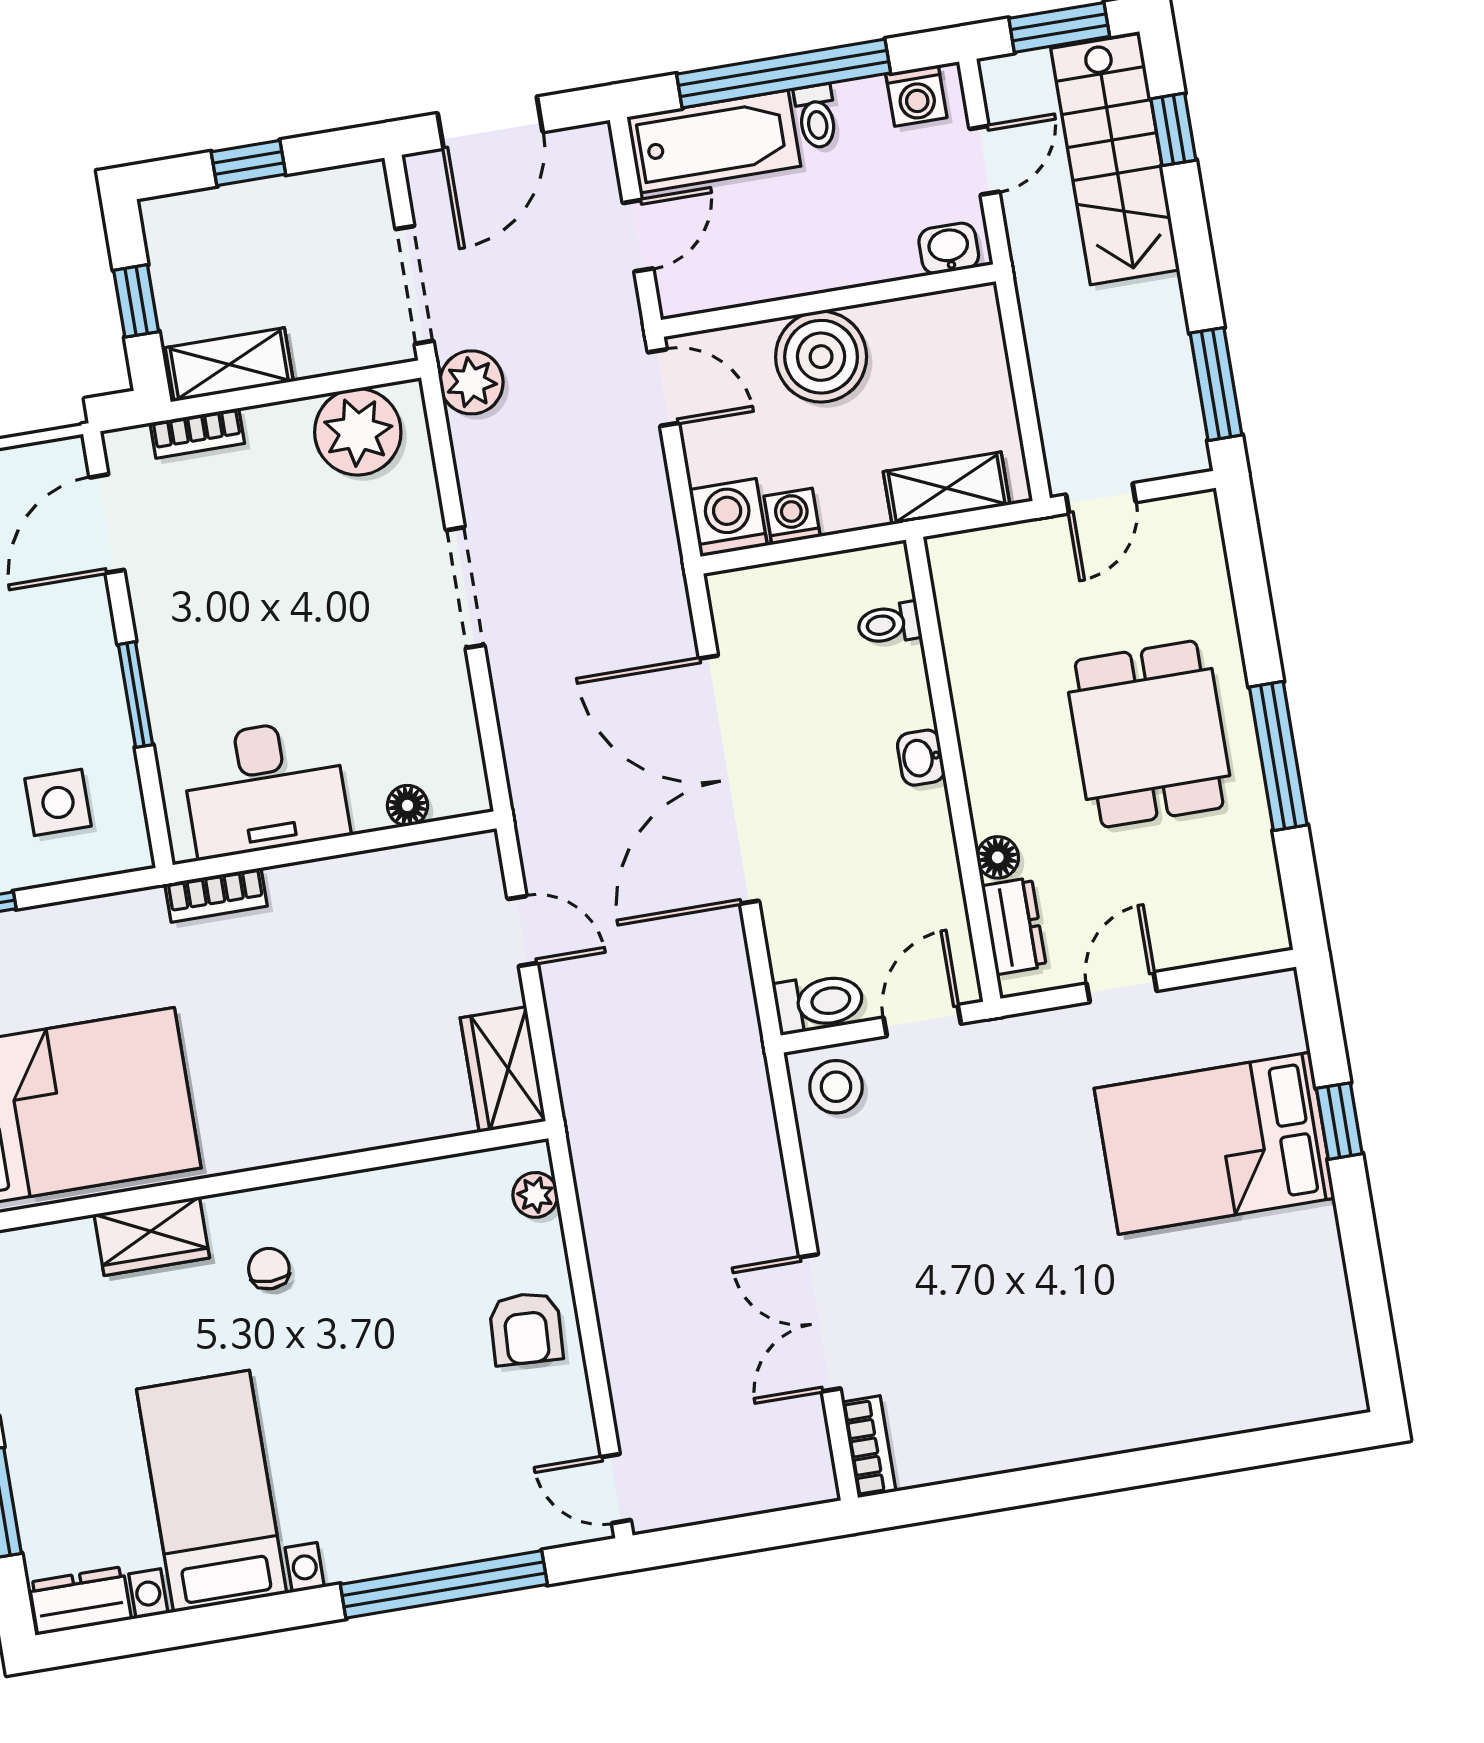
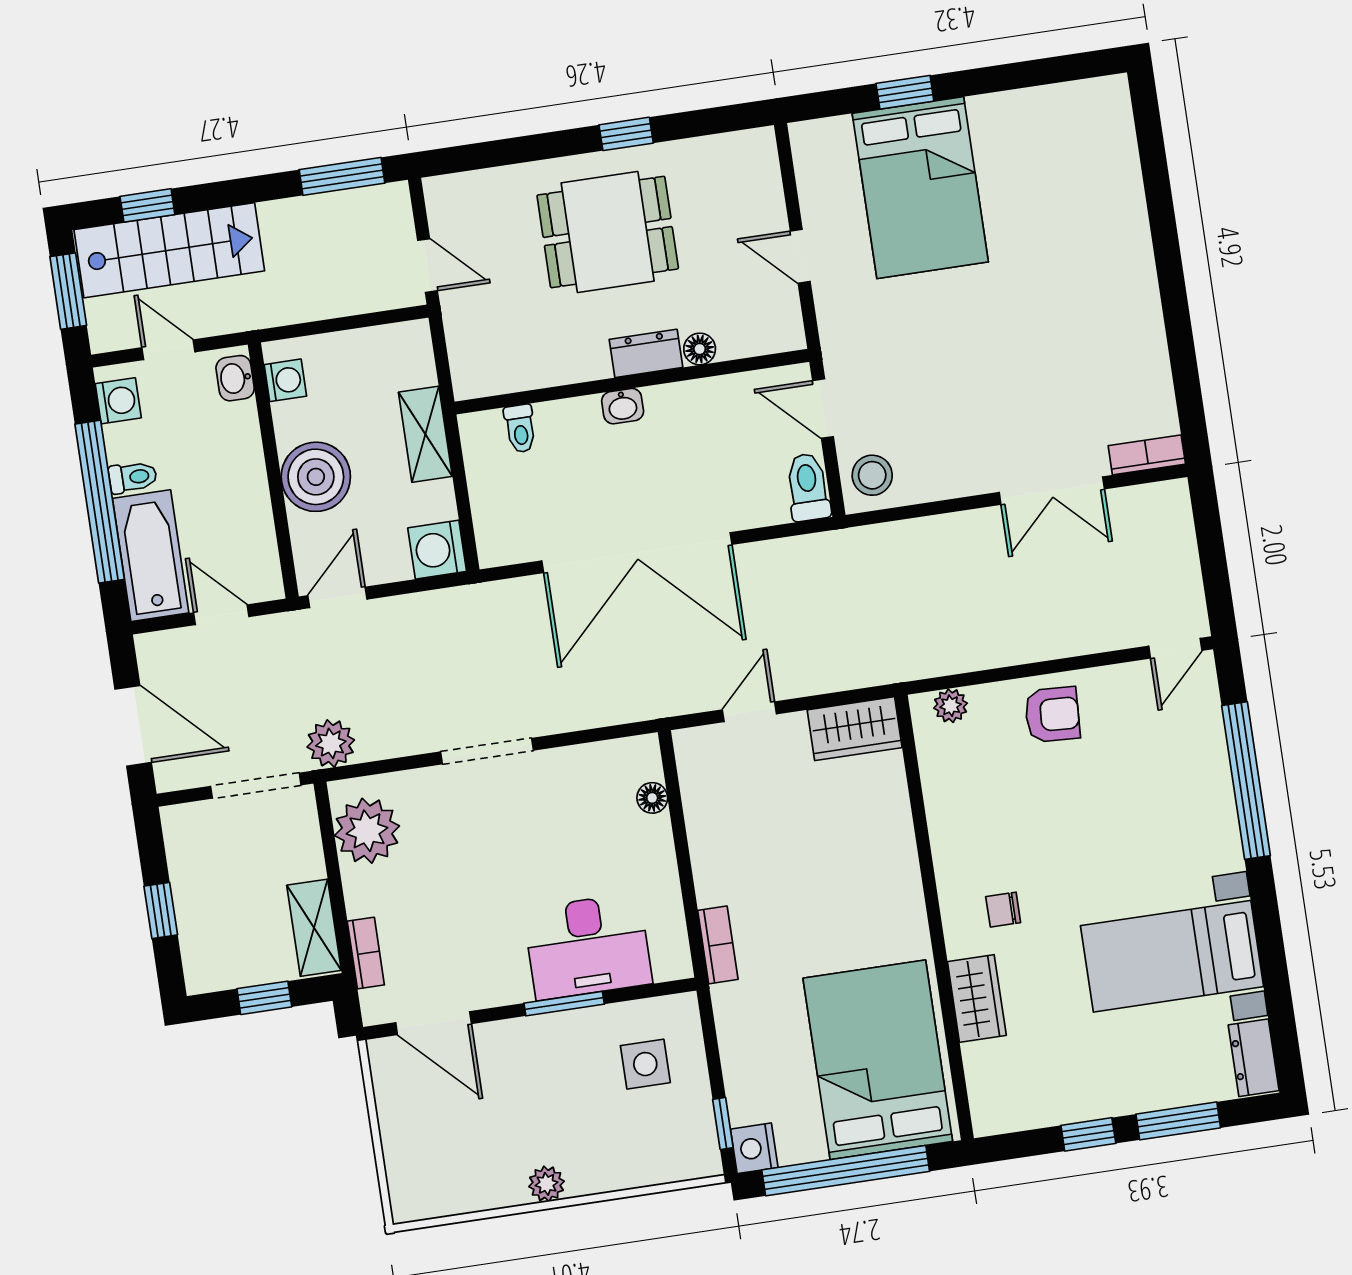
shelving: (947, 488) -> (425, 434), moved
washing machine: (792, 516) -> (285, 380), moved, turned 180
window: (1278, 756) -> (626, 134), width x0.46
desk: (265, 788) -> (588, 946), moved, turned 90
dresser: (1014, 926) -> (646, 353), moved

